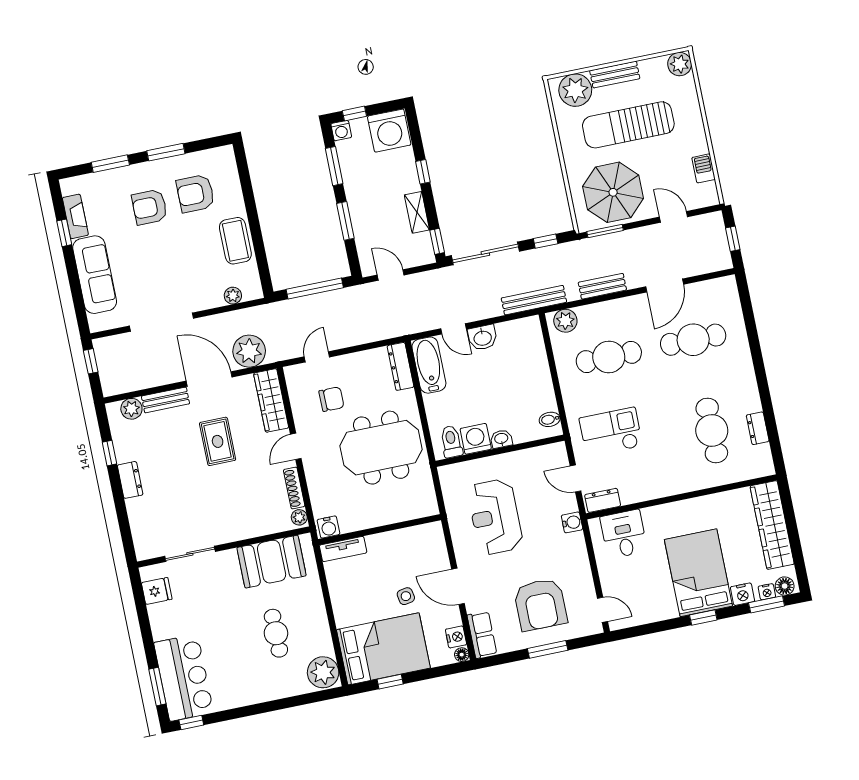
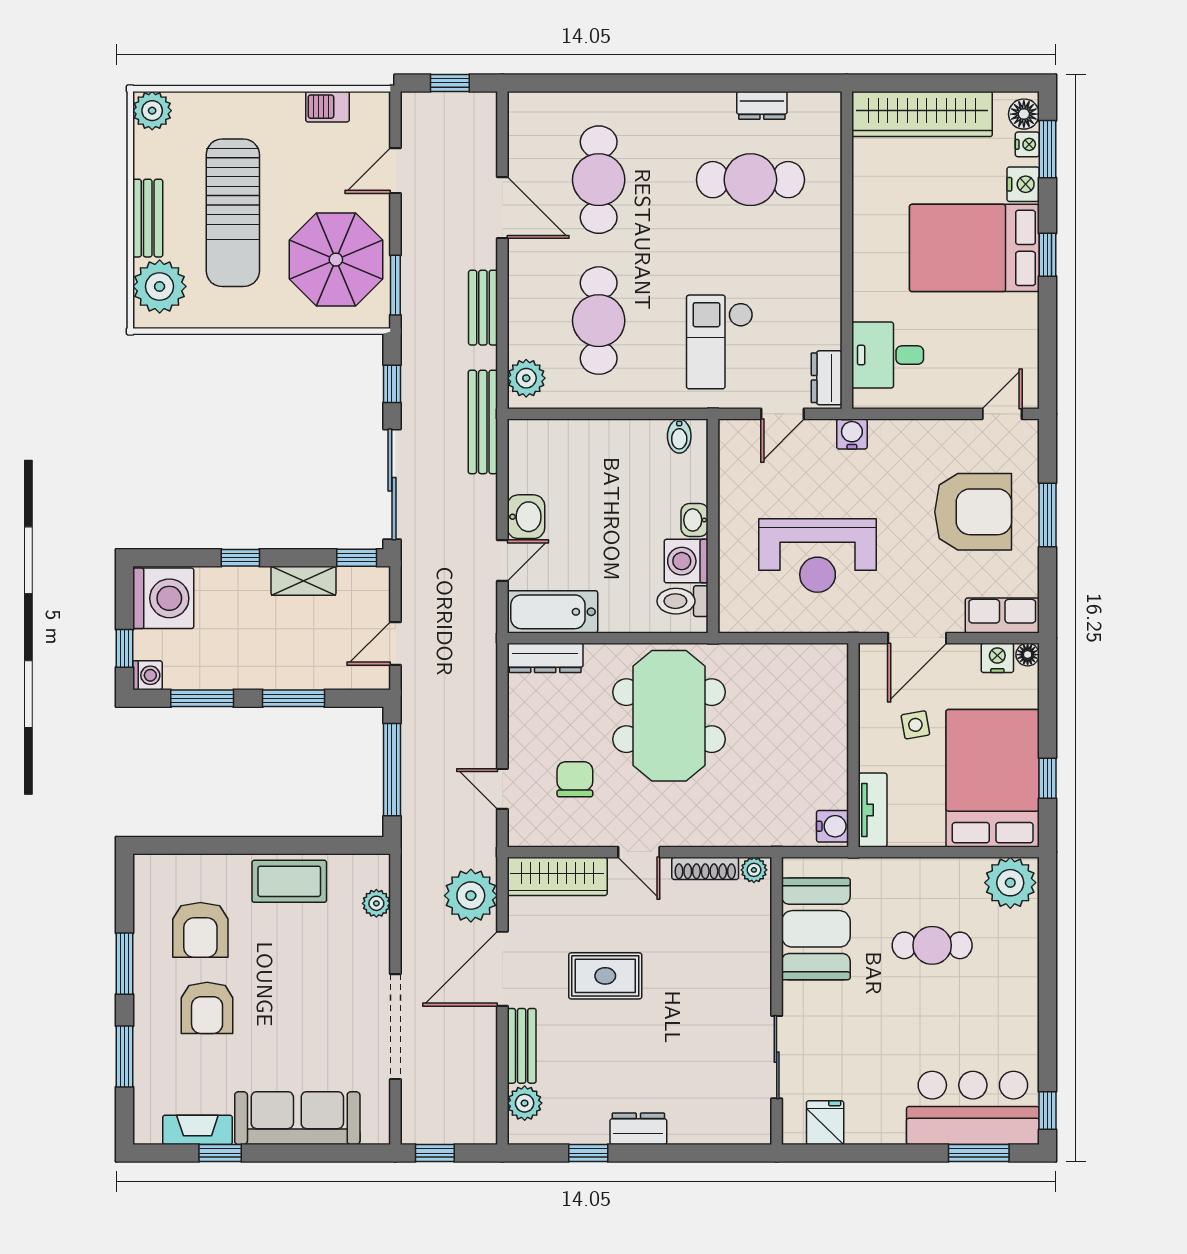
water cooler: (328, 527) -> (833, 826), moved
wall: (380, 530) -> (853, 745), moved
tv unit: (343, 549) -> (873, 810), moved

